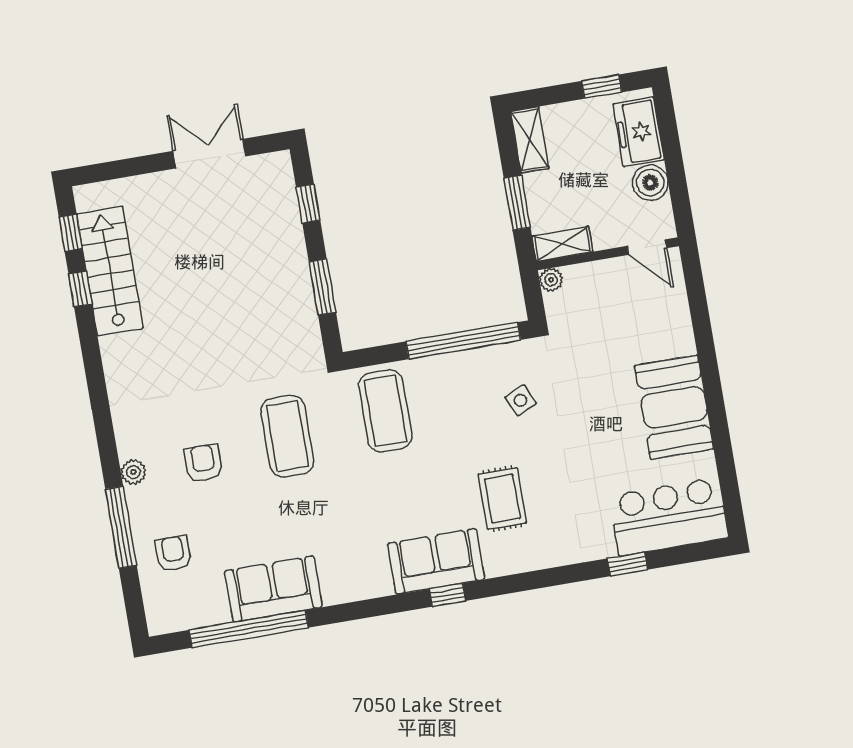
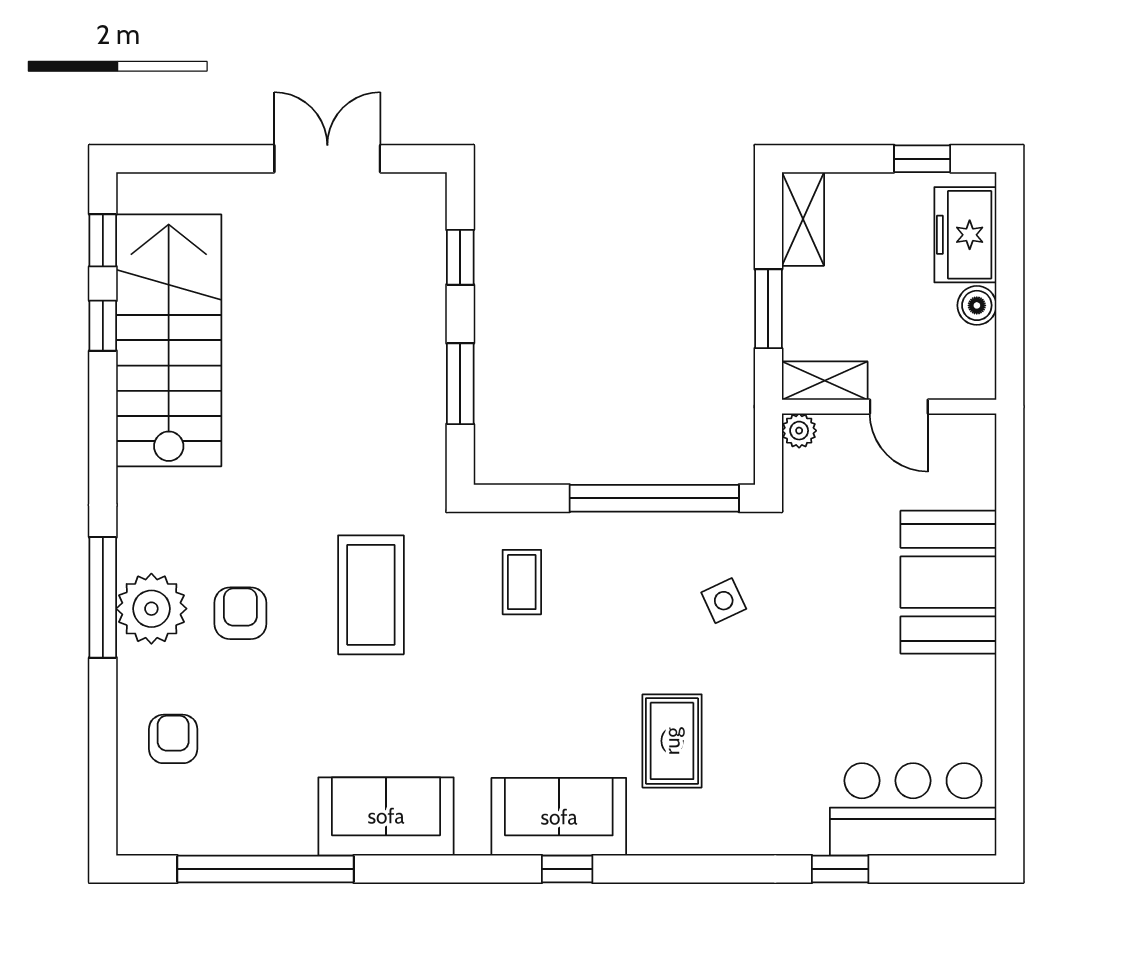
boiler: (650, 183) -> (977, 305), width x0.73, depth x0.73
door: (647, 247) -> (899, 407), moved
stairs: (110, 271) -> (169, 340), width x1.36, depth x1.51
booth: (674, 407) -> (948, 582), moved
coffee table: (385, 411) -> (522, 582), width x0.54, depth x0.58
plant: (133, 472) -> (151, 609), width x1.87, depth x1.87
window: (121, 527) -> (103, 597), moved
sofa: (273, 589) -> (386, 816), moved

